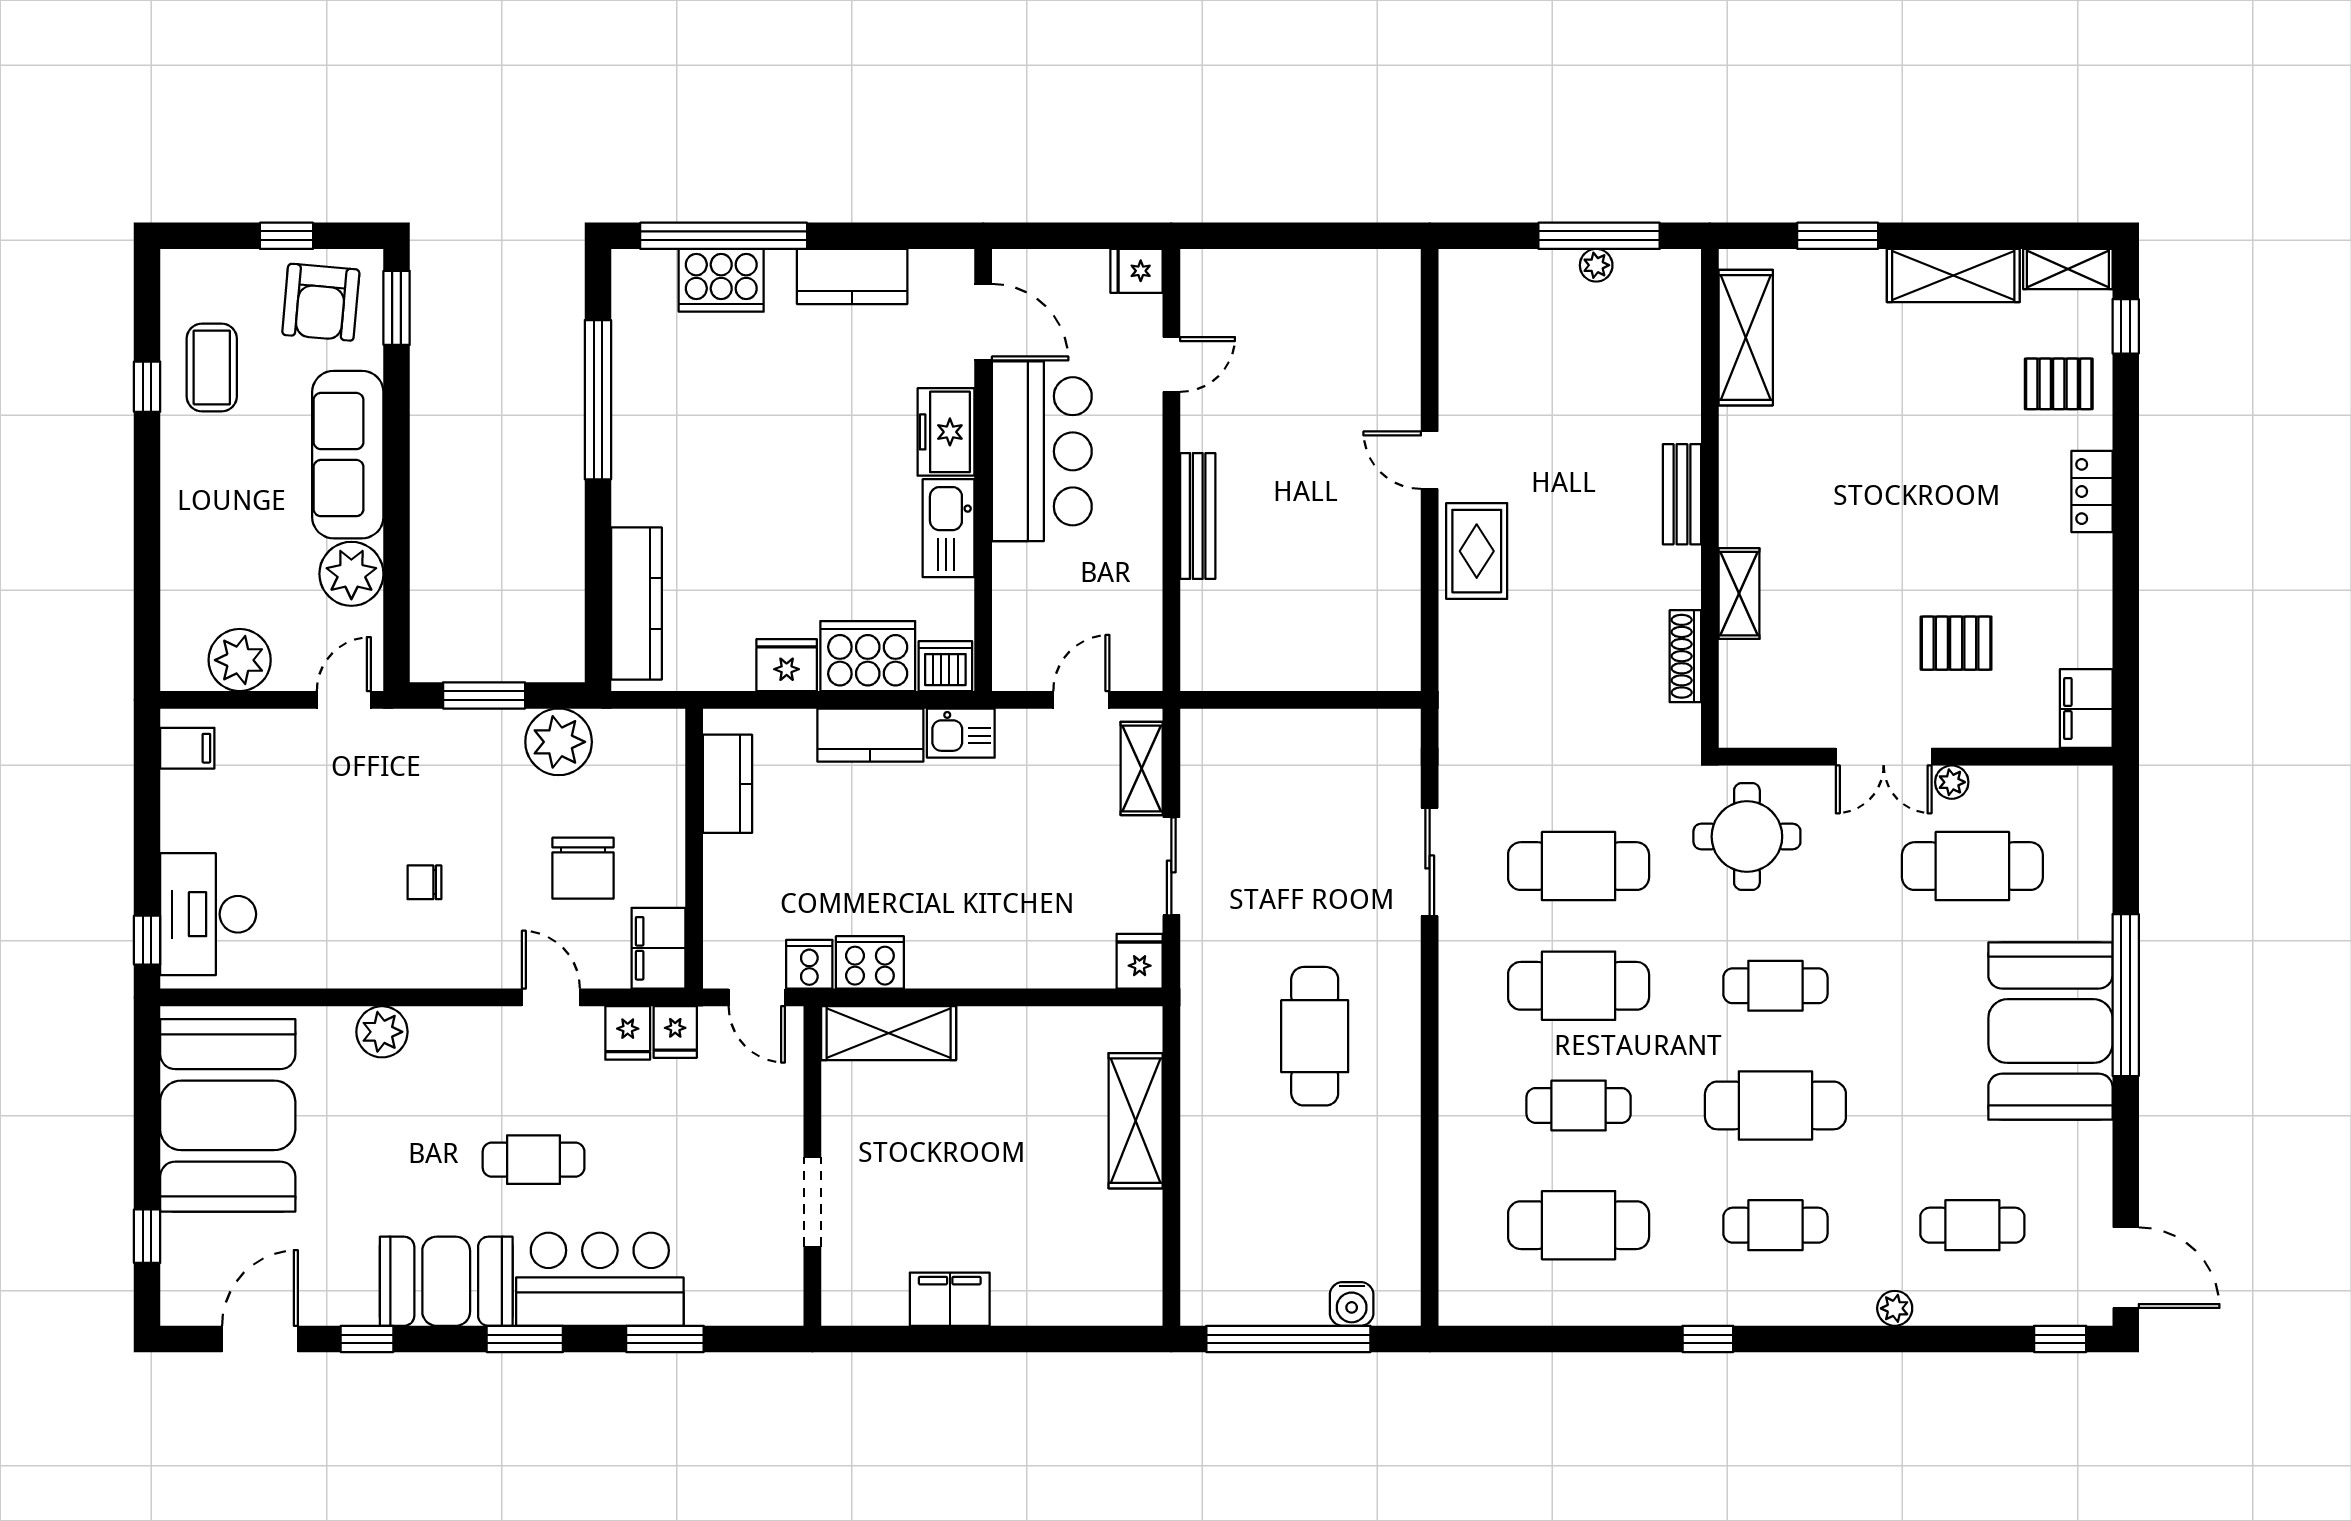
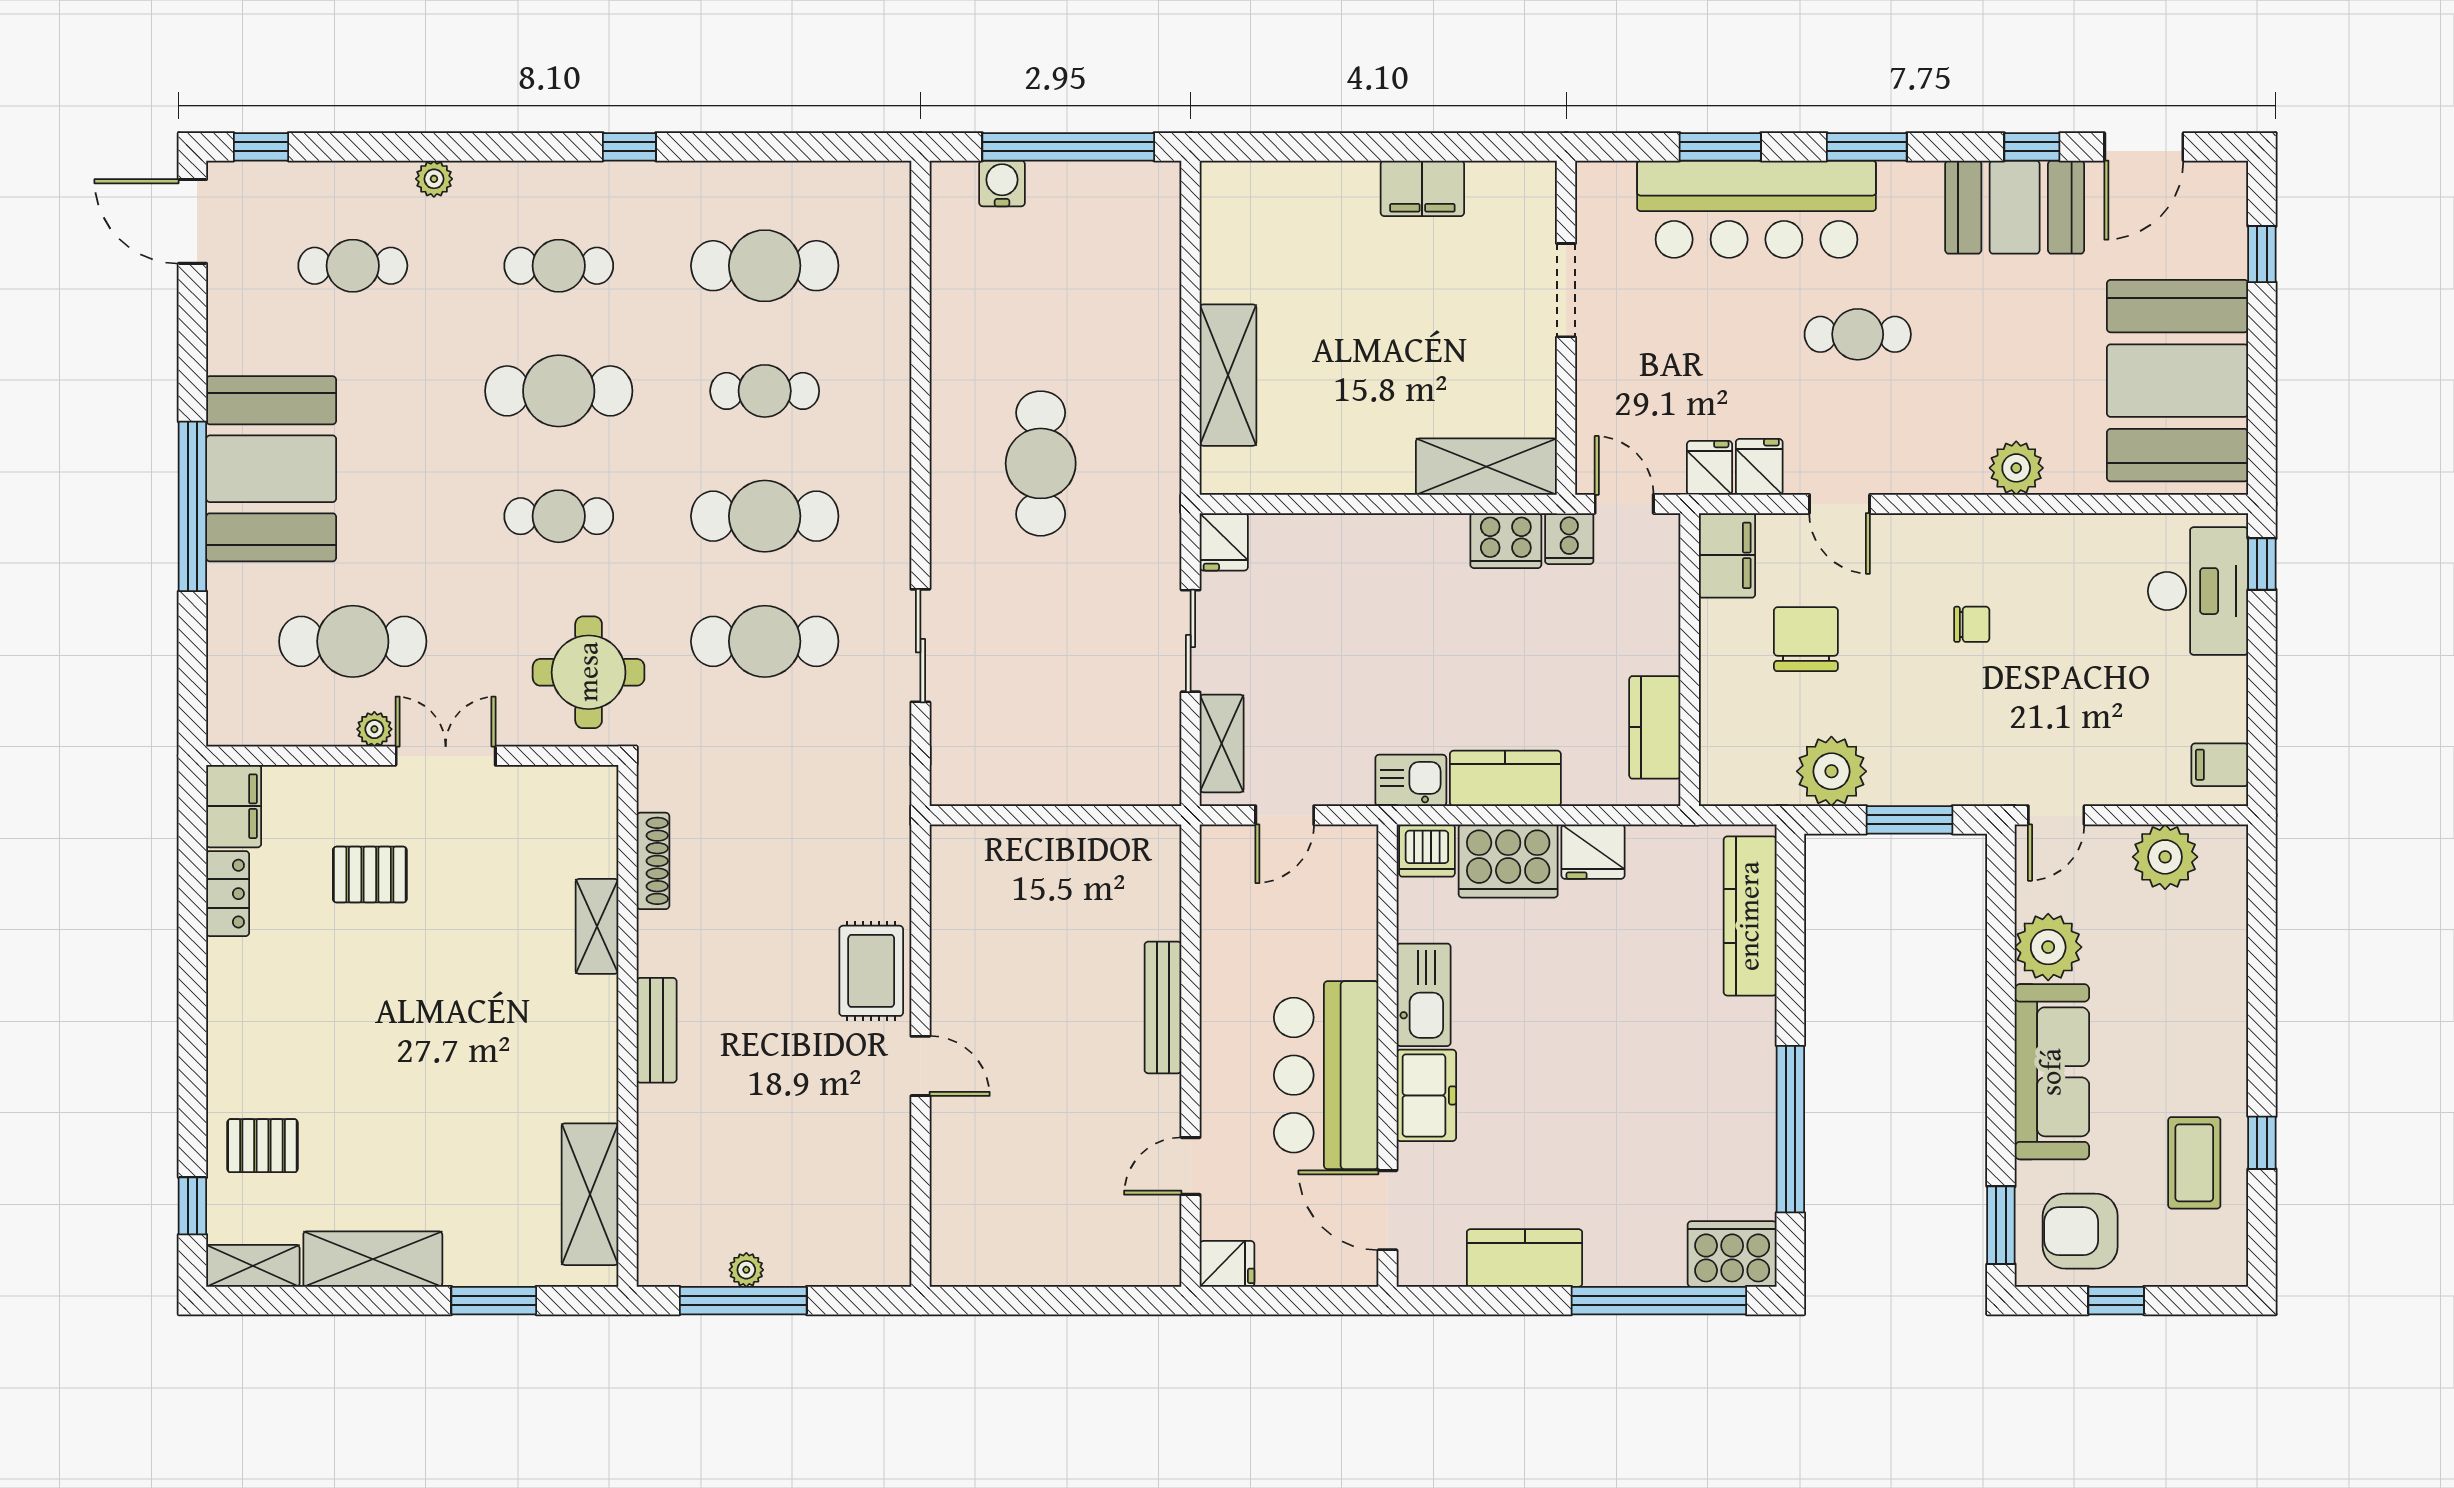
cooker: (721, 280) -> (1732, 1254), moved
armchair: (321, 302) -> (2080, 1231), turned -95
locker: (2092, 491) -> (228, 894), moved
bar counter: (600, 1279) -> (1757, 209), width x1.36
booth: (446, 1281) -> (2015, 207), moved

